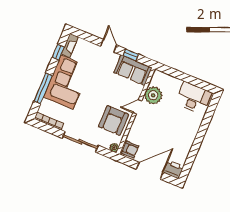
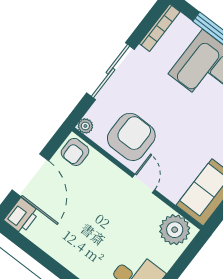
plant: (153, 95) -> (175, 230), moved
armchair: (114, 121) -> (131, 137), turned 90

